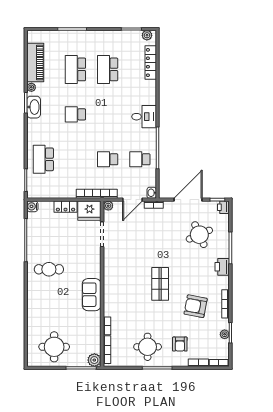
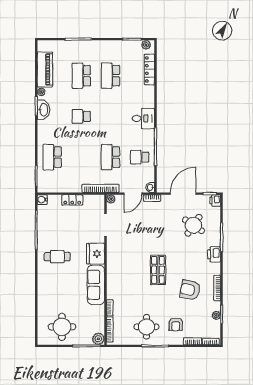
school desk: (108, 159) -> (110, 157), width x1.85
fridge: (89, 211) -> (96, 254), moved, turned 90
round table: (199, 235) -> (193, 225), turned -32
sofa: (92, 295) -> (96, 285), width x1.36

